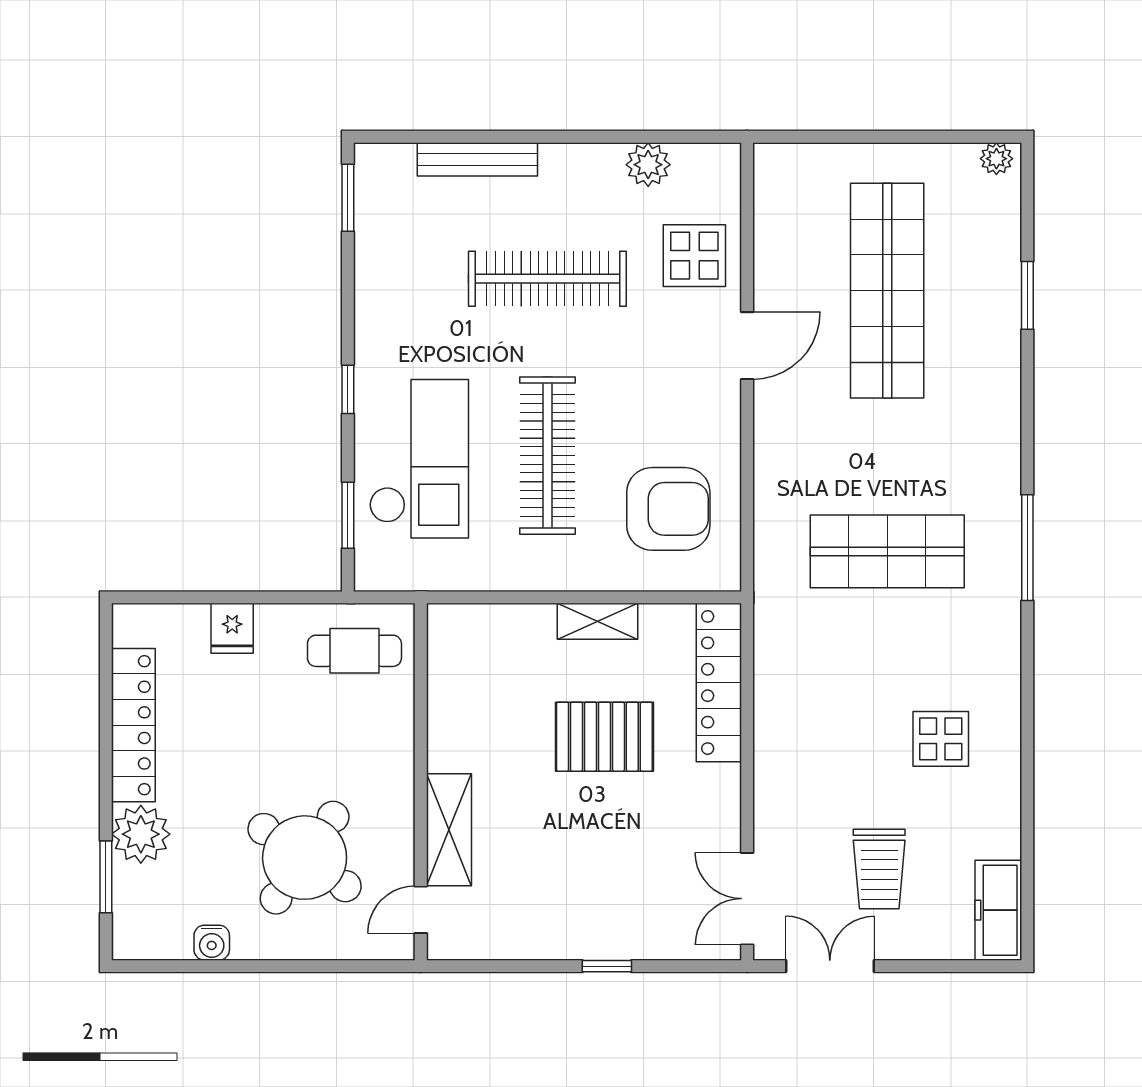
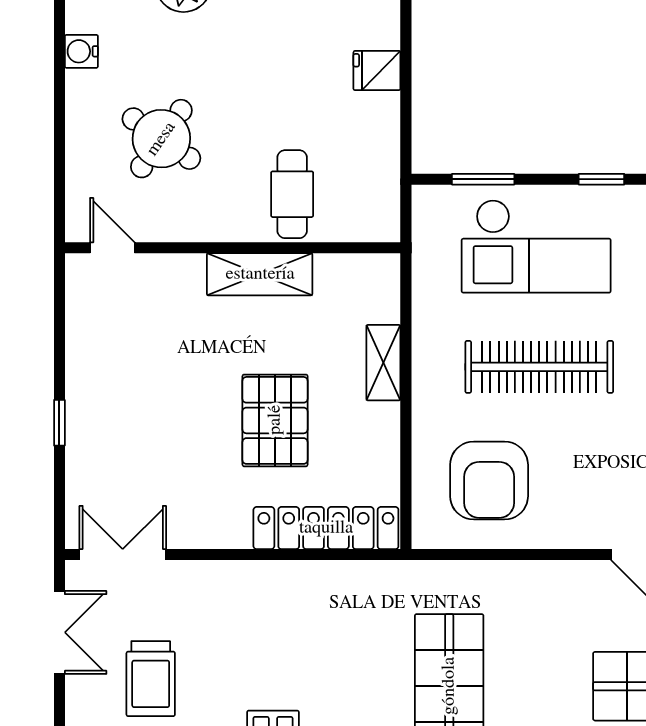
shelving: (598, 621) -> (383, 363), moved
cafe table: (354, 651) -> (292, 194), moved
shelving: (449, 830) -> (260, 274), moved
round table: (305, 858) -> (161, 139), width x0.73, depth x0.73
trolley: (879, 869) -> (151, 679), turned -90

